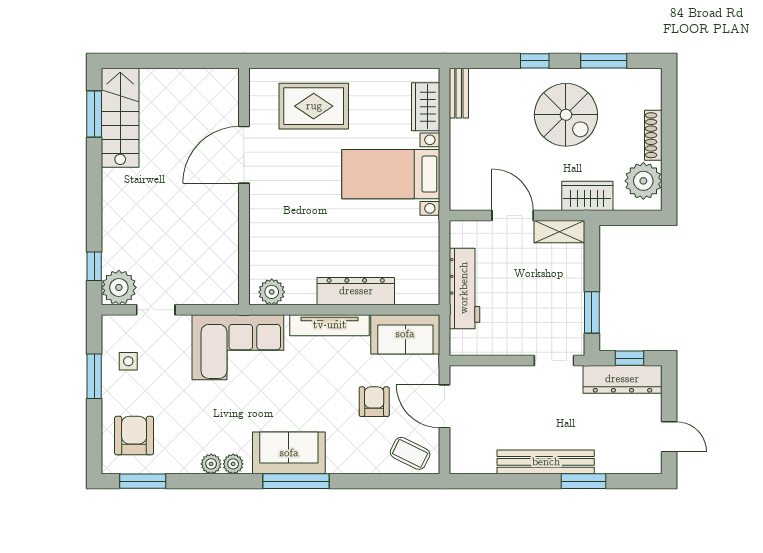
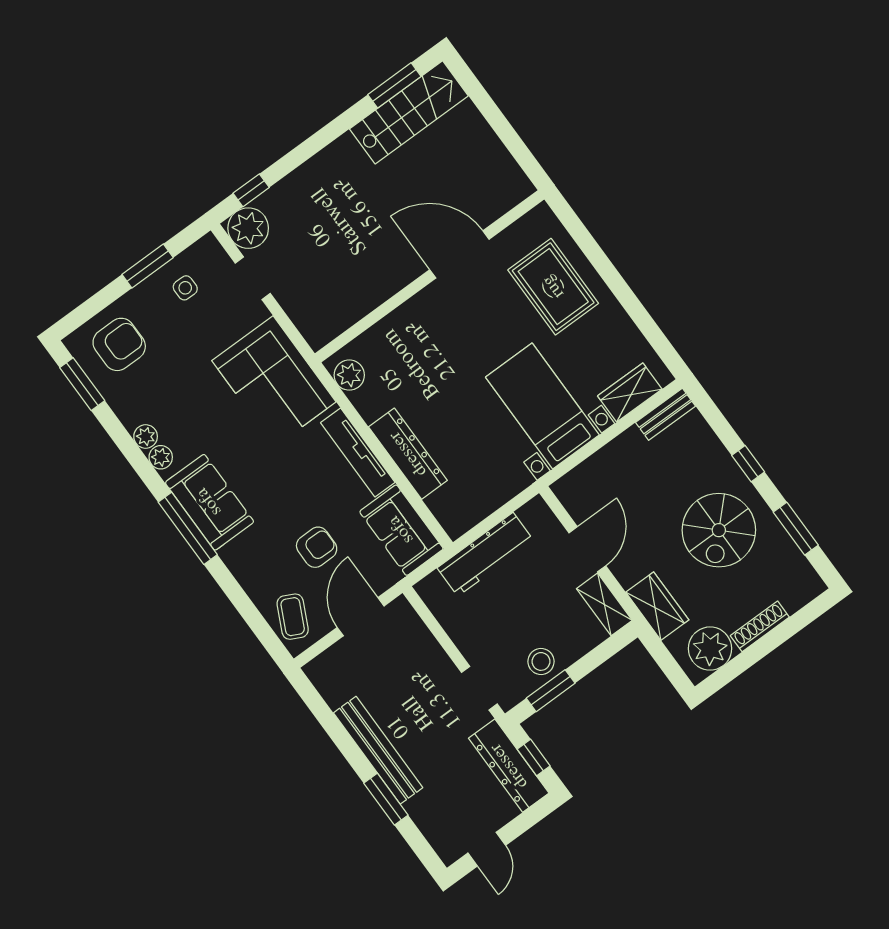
stool: (567, 304) -> (541, 661), added

